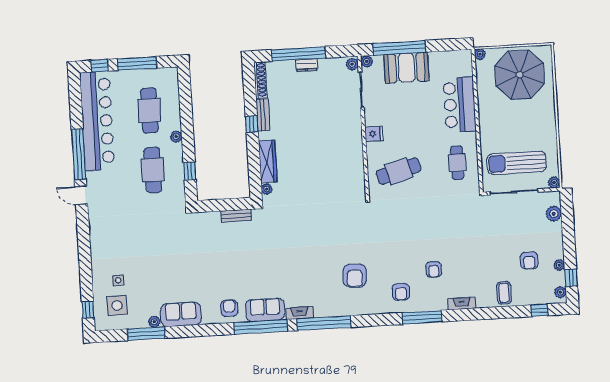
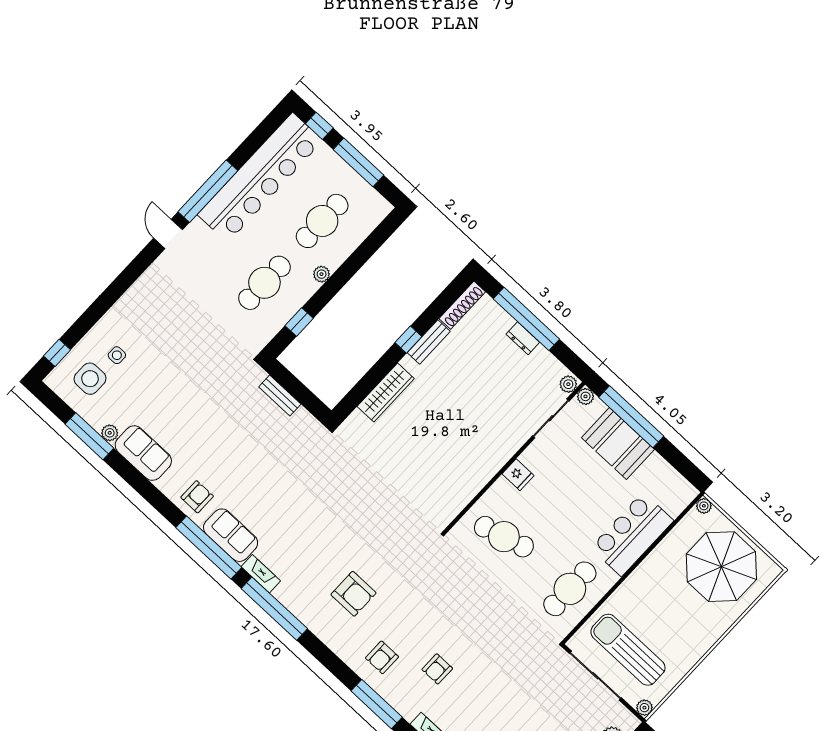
cafe table: (457, 163) -> (570, 589), width x1.37, depth x1.35
plant: (267, 189) -> (356, 419), removed
bench: (236, 216) -> (280, 395), moved
armchair: (355, 276) -> (353, 594), turned -93

